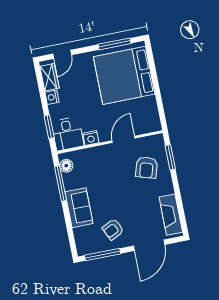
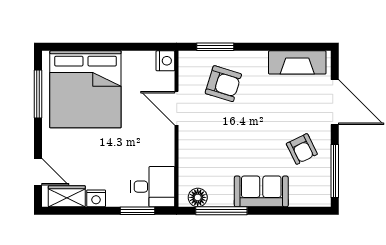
nightstand: (91, 138) -> (165, 61), moved

